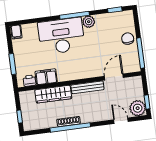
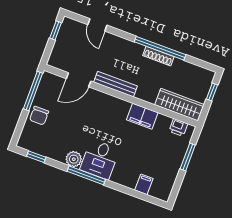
filing cabinet: (16, 32) -> (144, 184), moved
desk: (61, 36) -> (100, 159), width x0.53, depth x0.77
filing cabinet: (46, 77) -> (142, 116), moved
wardrobe: (53, 94) -> (179, 105), moved
plant: (138, 108) -> (70, 29), removed

